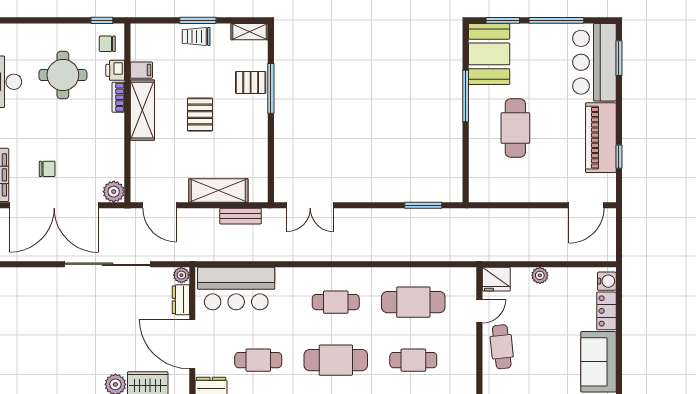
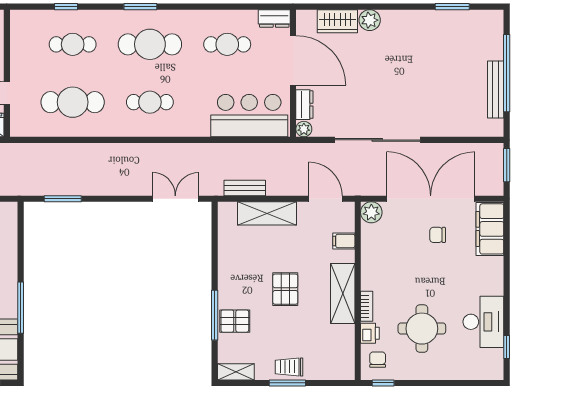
trolley: (196, 36) -> (289, 367), turned 180
chair: (107, 44) -> (378, 360), turned -90
filing cabinet: (141, 70) -> (344, 241), moved

